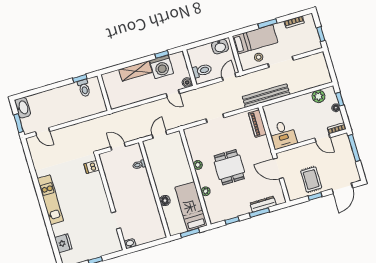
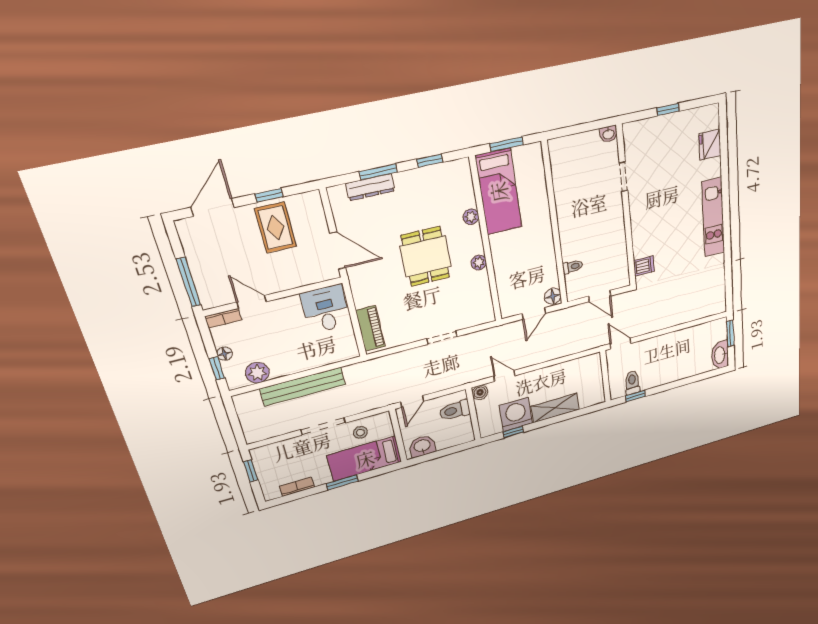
bench: (266, 96) -> (303, 387), moved
door: (43, 132) -> (621, 344), moved
floor lamp: (165, 201) -> (553, 296), moved

